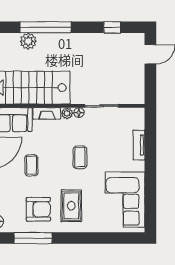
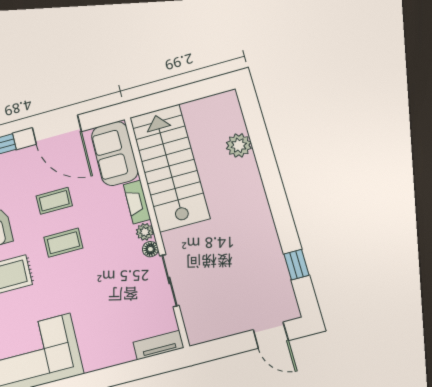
window: (46, 27) -> (267, 165), removed
tv unit: (139, 145) -> (158, 345), moved
coffee table: (80, 157) -> (63, 243), moved

